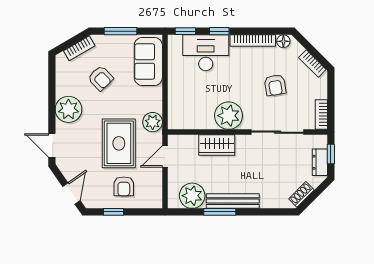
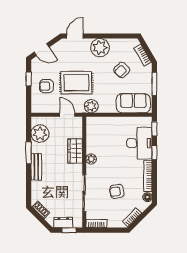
plant: (229, 116) -> (91, 159), width x0.53, depth x0.53
bench: (233, 201) -> (36, 167), width x0.73

